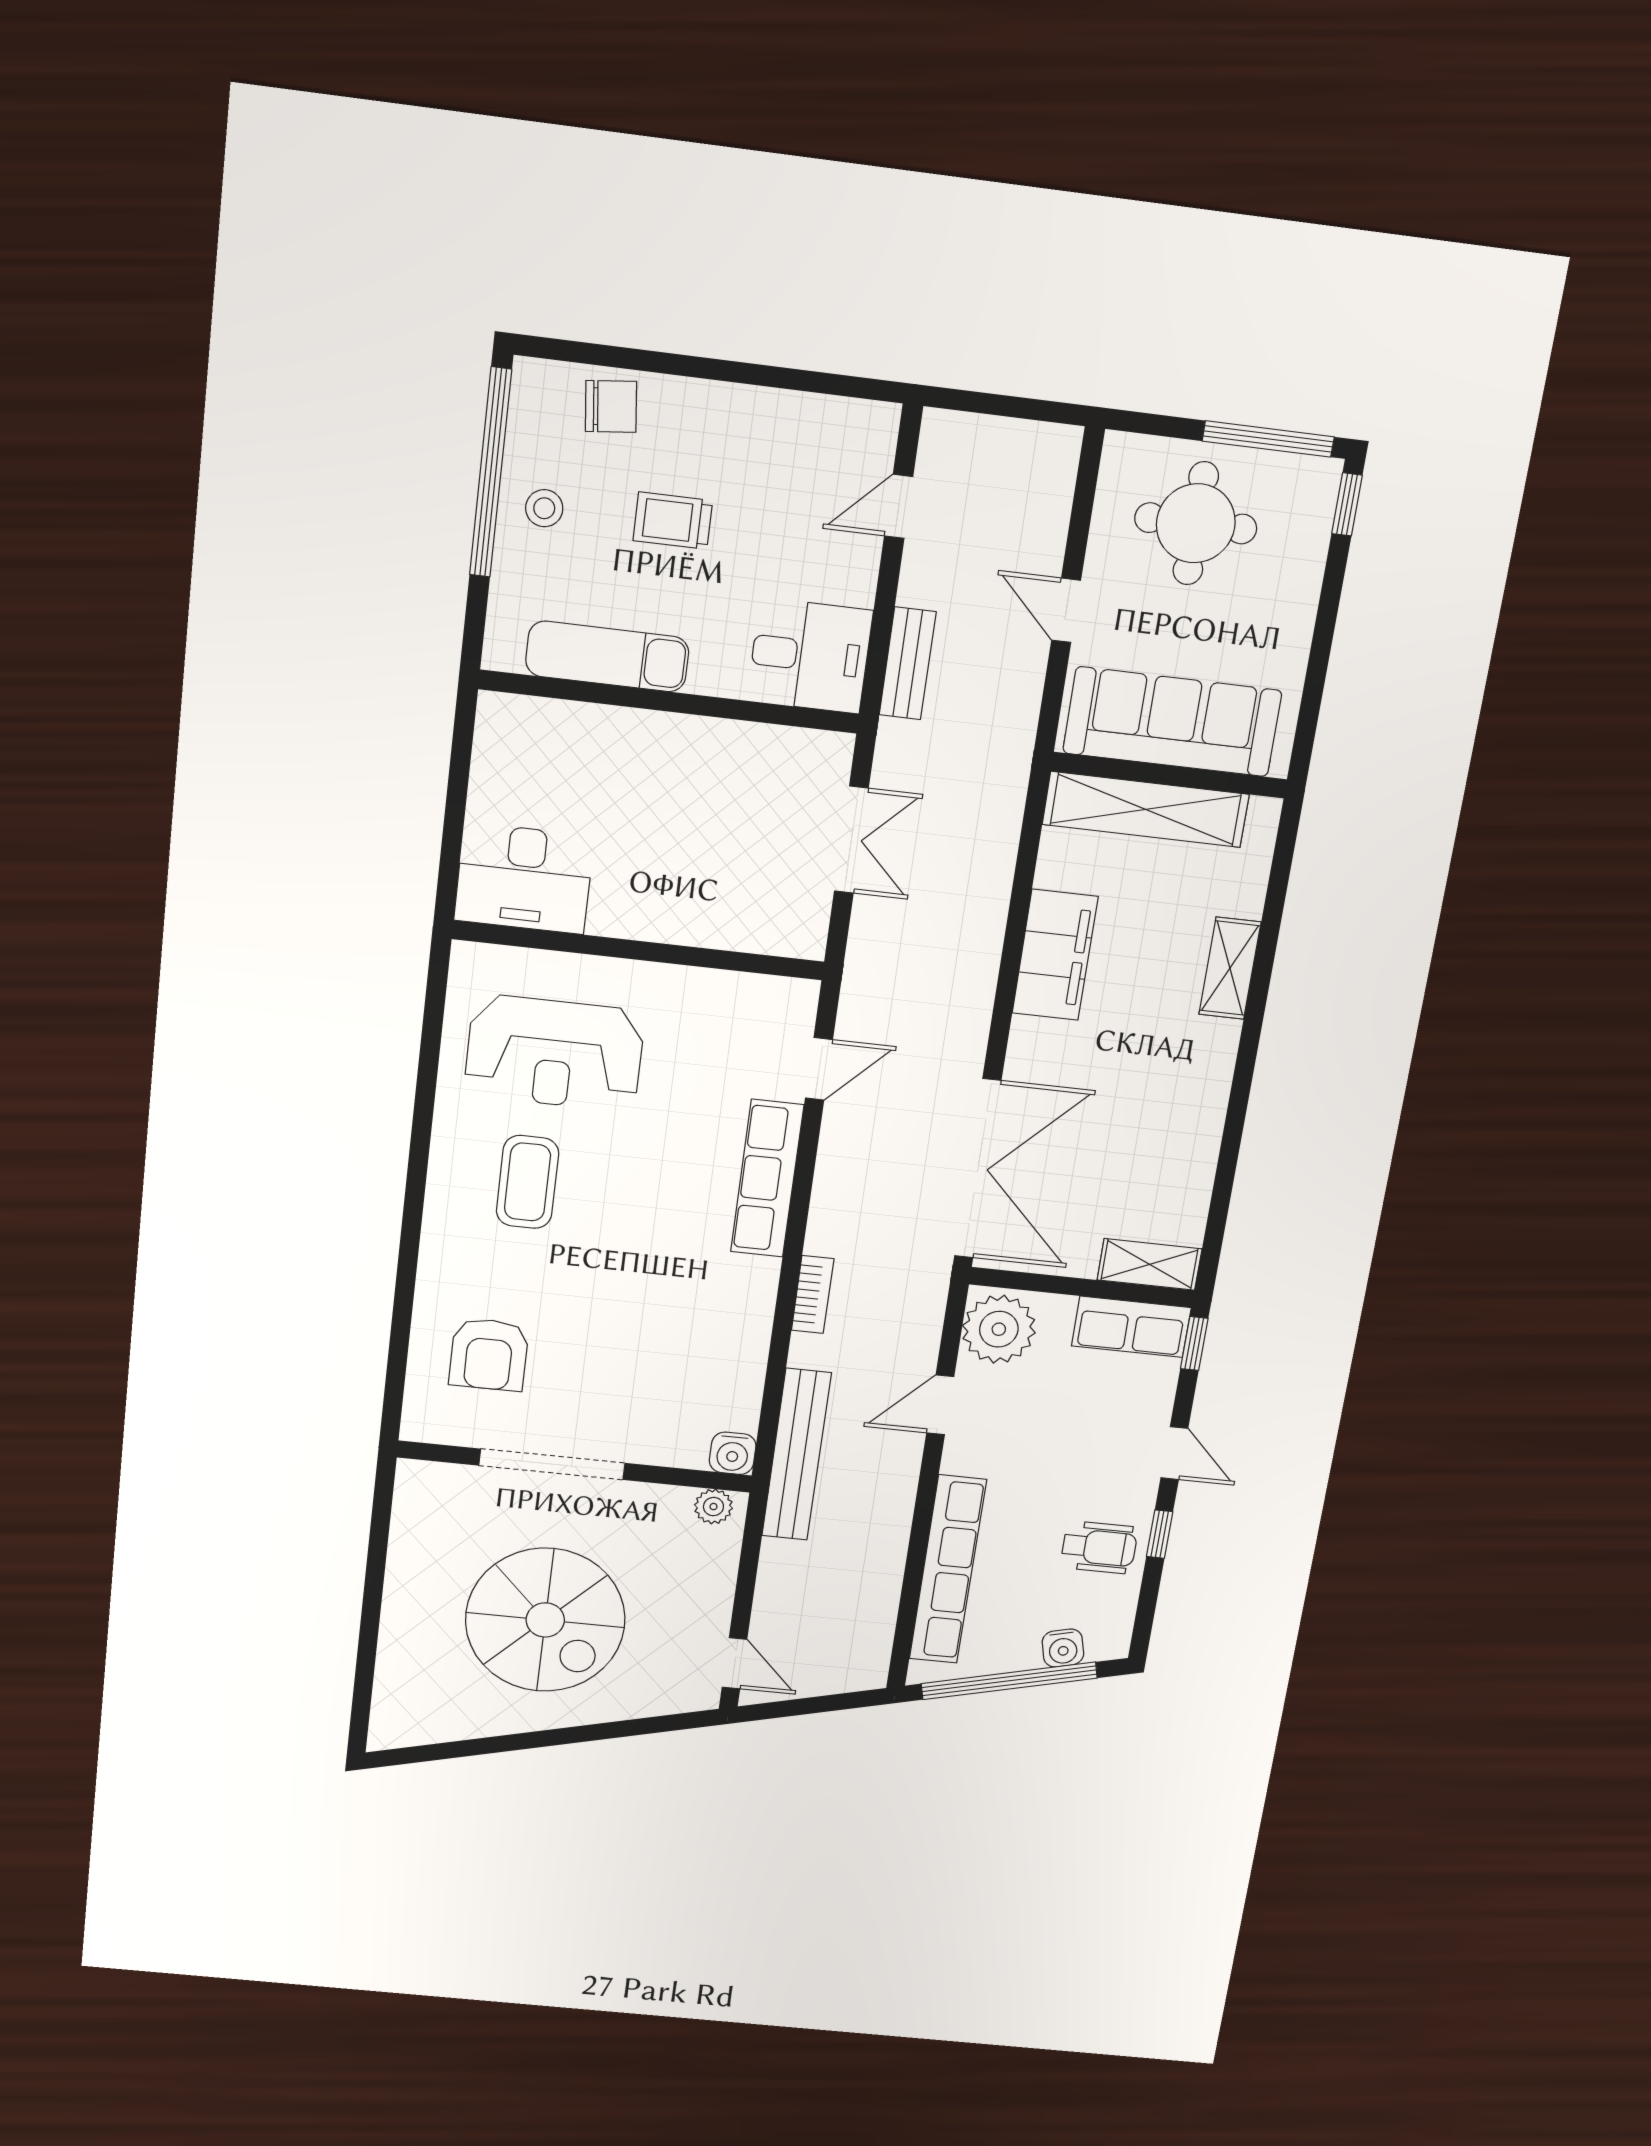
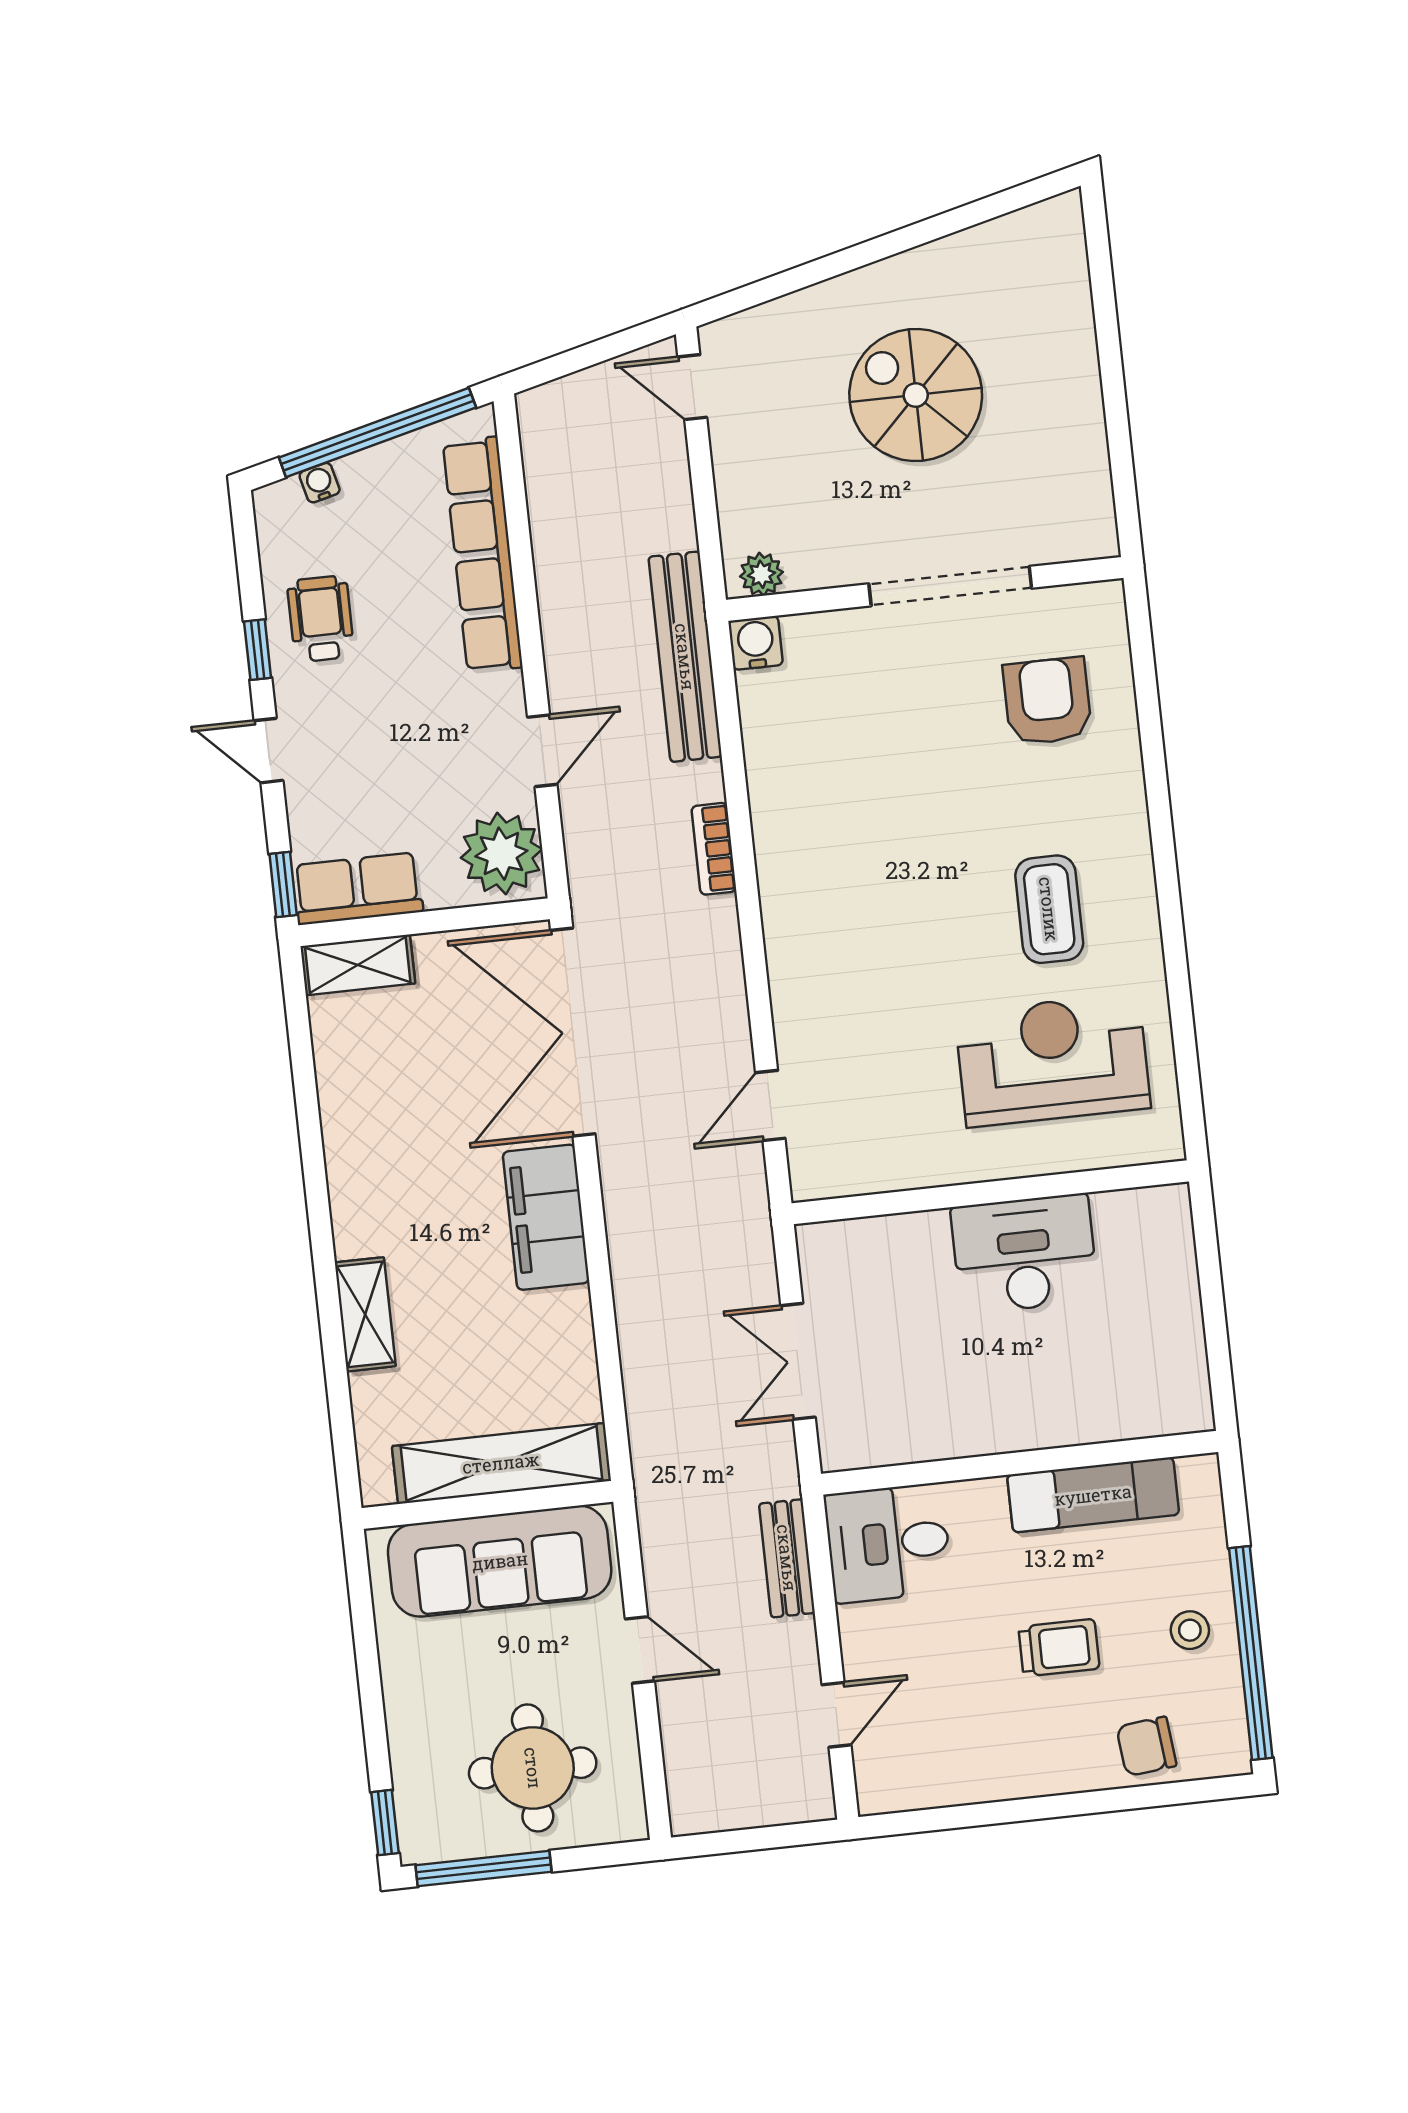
desk: (524, 878) -> (1025, 1254), moved
filing cabinet: (1055, 955) -> (546, 1217), moved
row of seats: (767, 1179) -> (795, 970), removed
wheelchair: (1099, 1547) -> (321, 619), turned 90
spiral stairs: (545, 1620) -> (916, 395), width x0.73, depth x0.73
water cooler: (1063, 1648) -> (320, 483), width x0.72, depth x0.72

